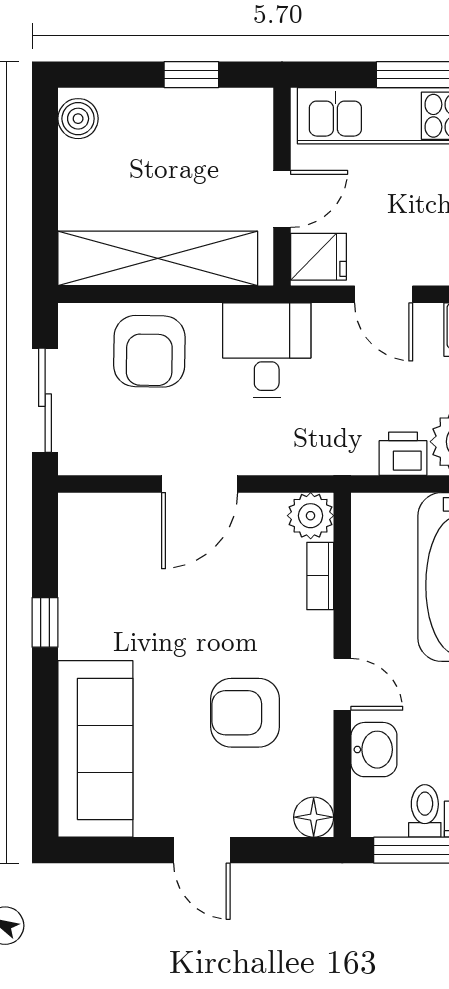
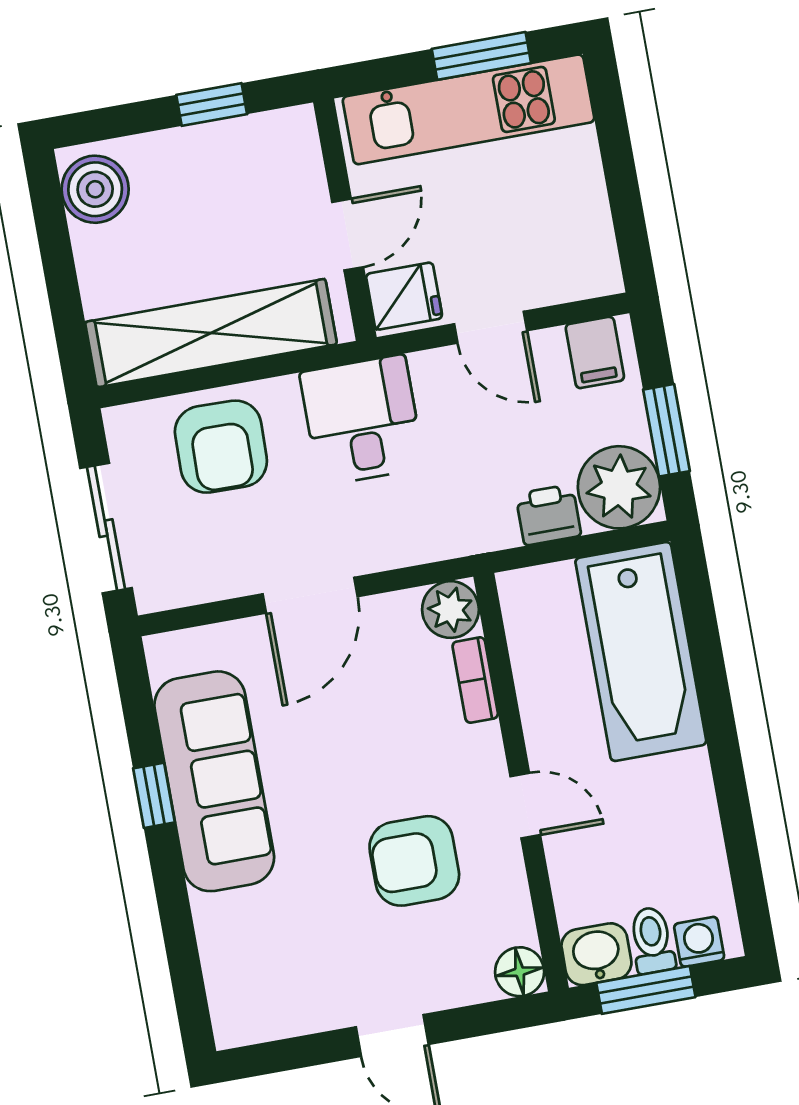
boiler: (78, 119) -> (95, 189), width x1.36, depth x1.36
sofa: (95, 749) -> (214, 781), moved
washbasin: (374, 750) -> (596, 954), moved, turned -90

